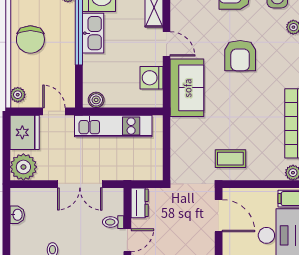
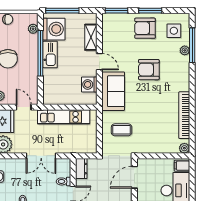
armchair: (240, 56) -> (149, 70), turned 90
boiler: (96, 100) -> (52, 99), removed
coffee table: (230, 159) -> (122, 130), moved
door: (219, 216) -> (134, 177), swing flipped

